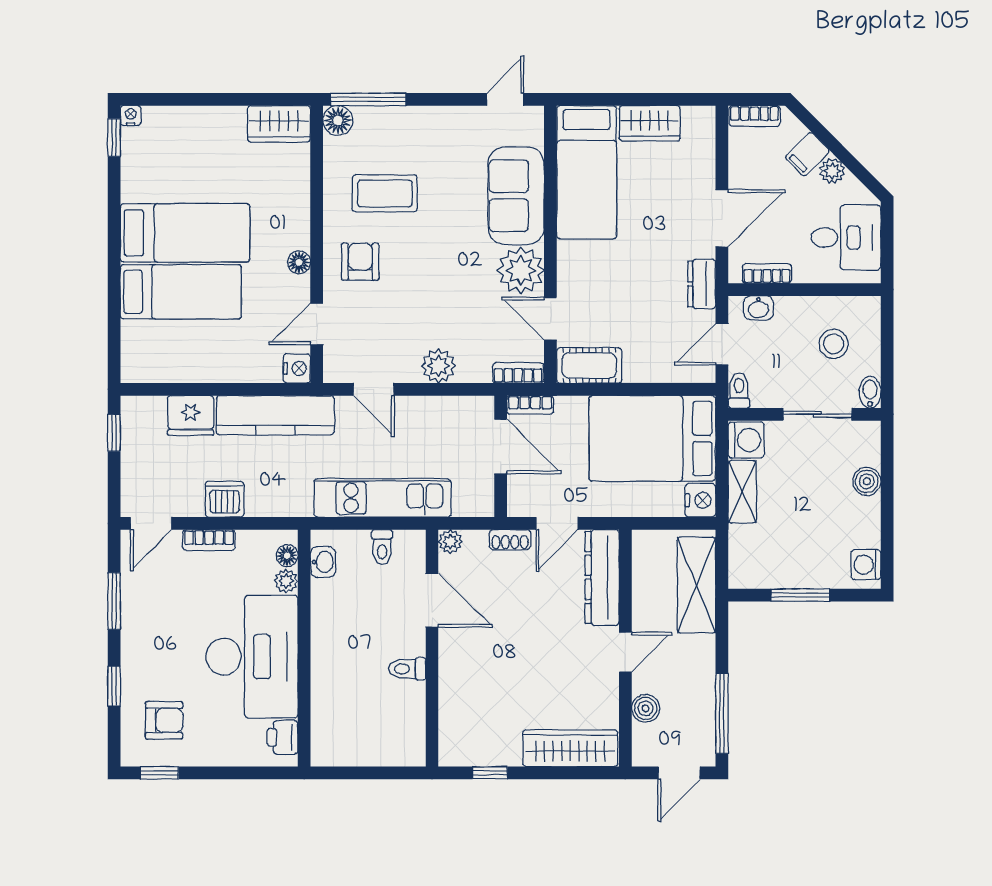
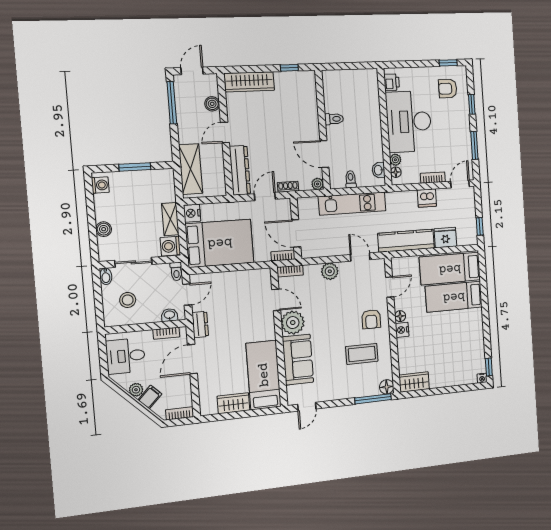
bed: (185, 233) -> (450, 269), moved
cot: (589, 365) -> (255, 278), removed
nightstand: (297, 368) -> (402, 330), moved

